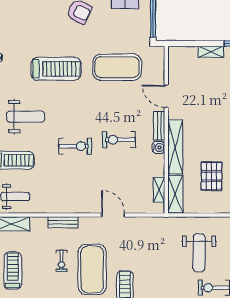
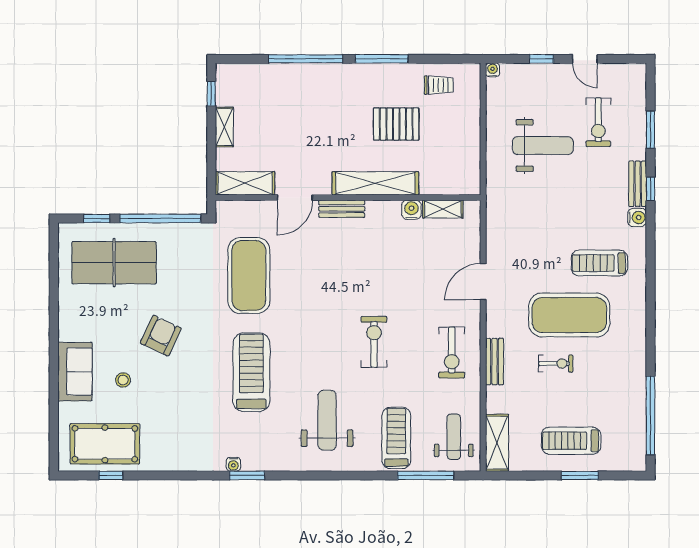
exercise bike: (119, 140) -> (452, 352), moved
water cooler: (159, 147) -> (411, 210), moved
pallet: (211, 176) -> (396, 124), moved
shelving: (175, 194) -> (245, 183), moved

